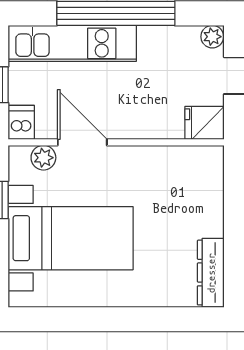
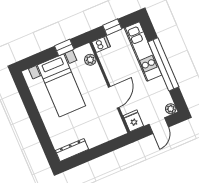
door: (82, 142) -> (114, 97), moved

